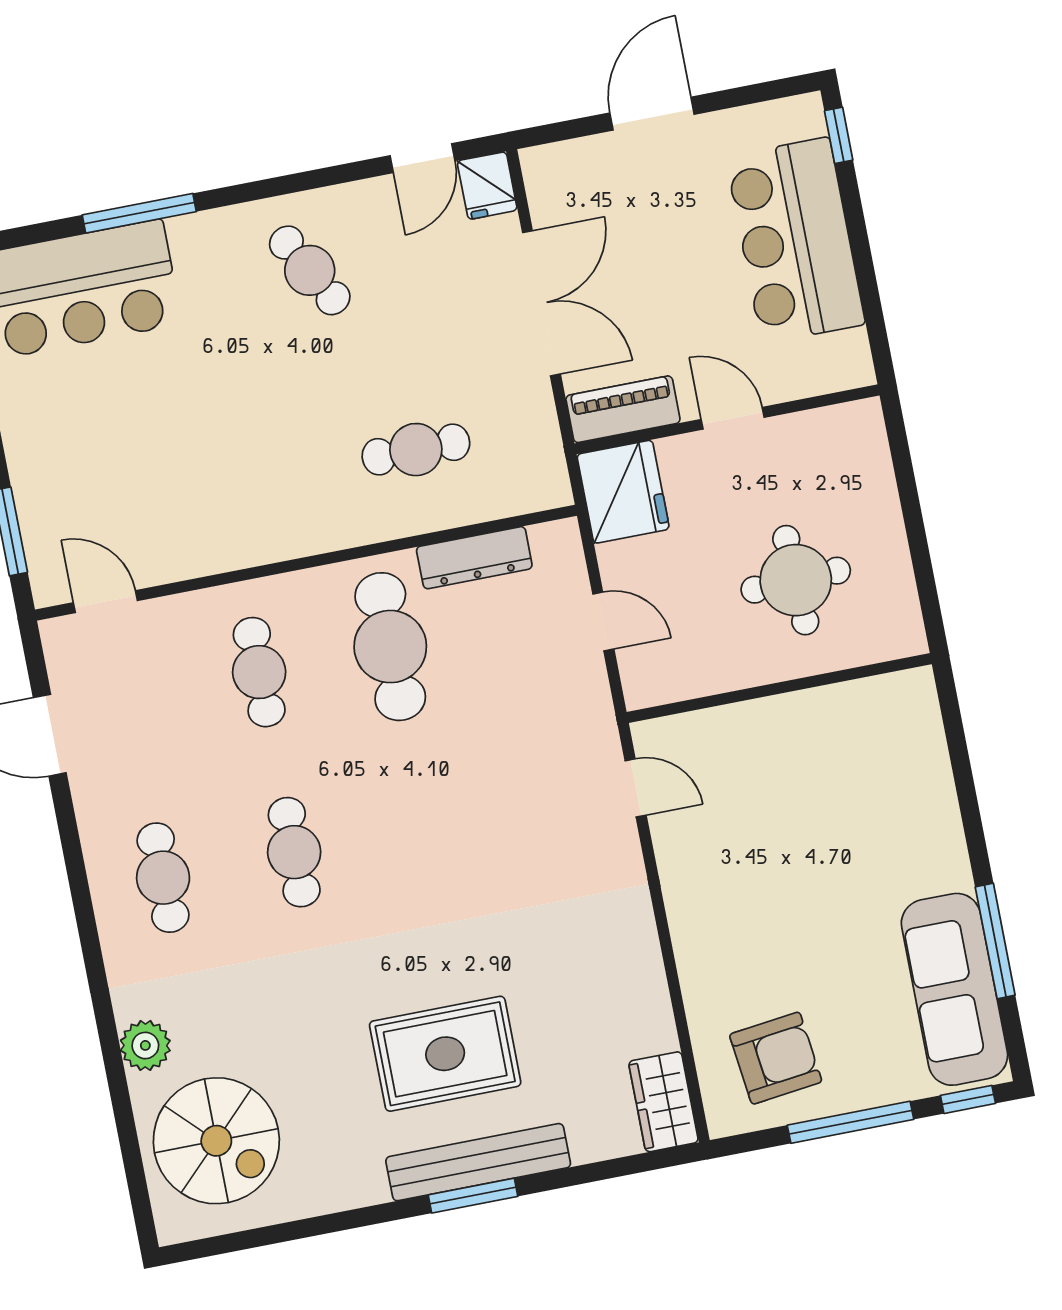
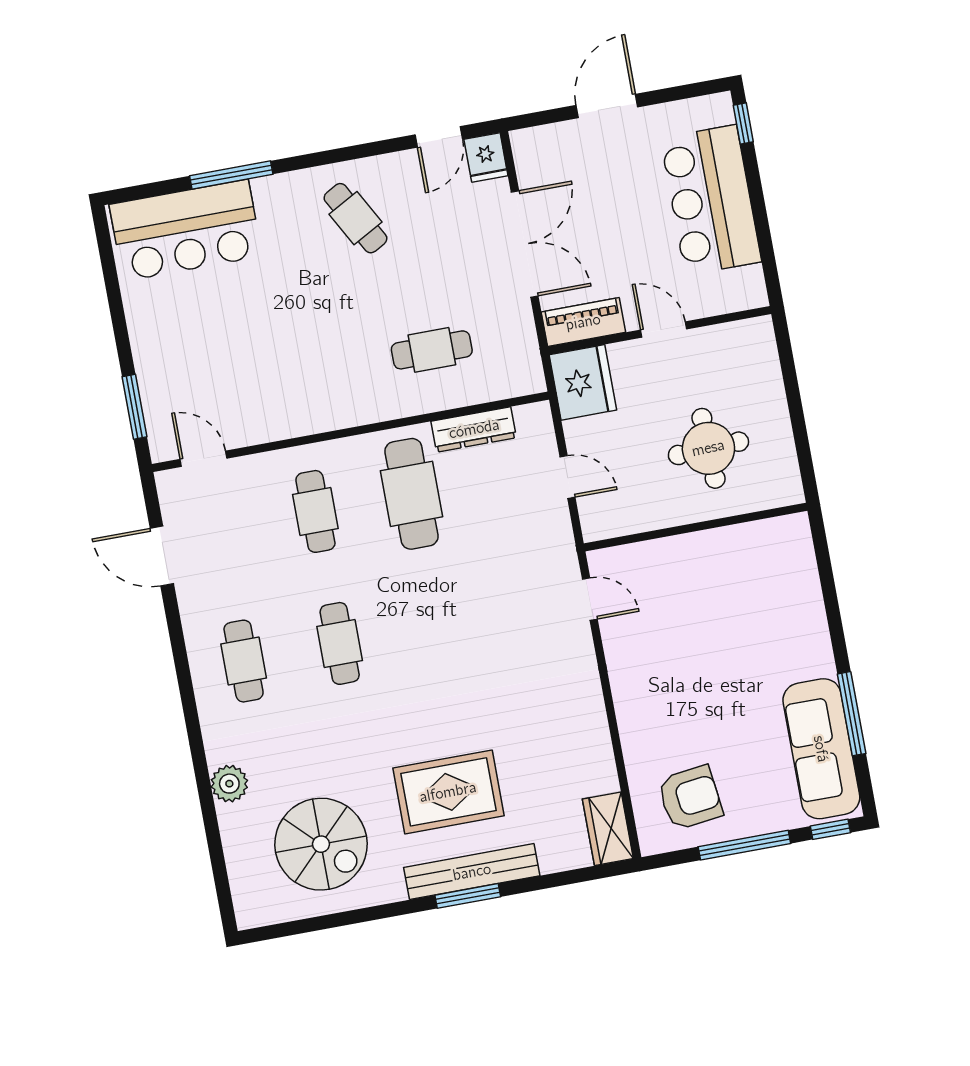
spiral stairs: (216, 1141) -> (321, 844), moved

